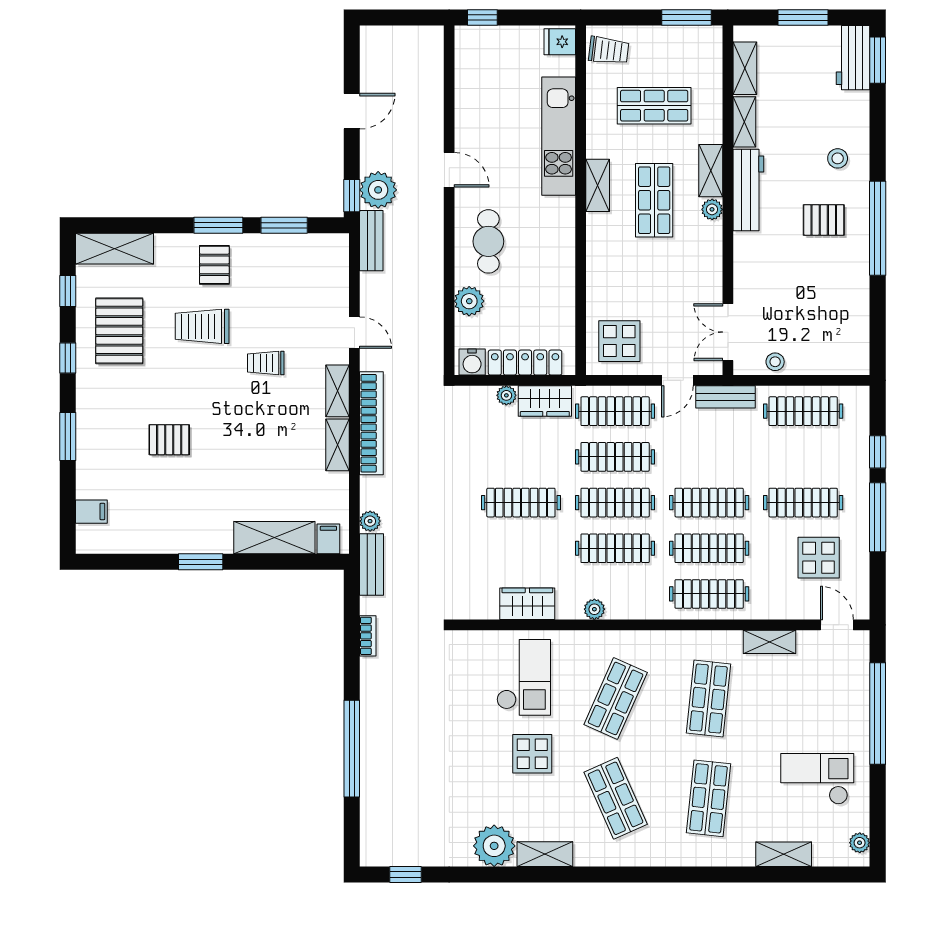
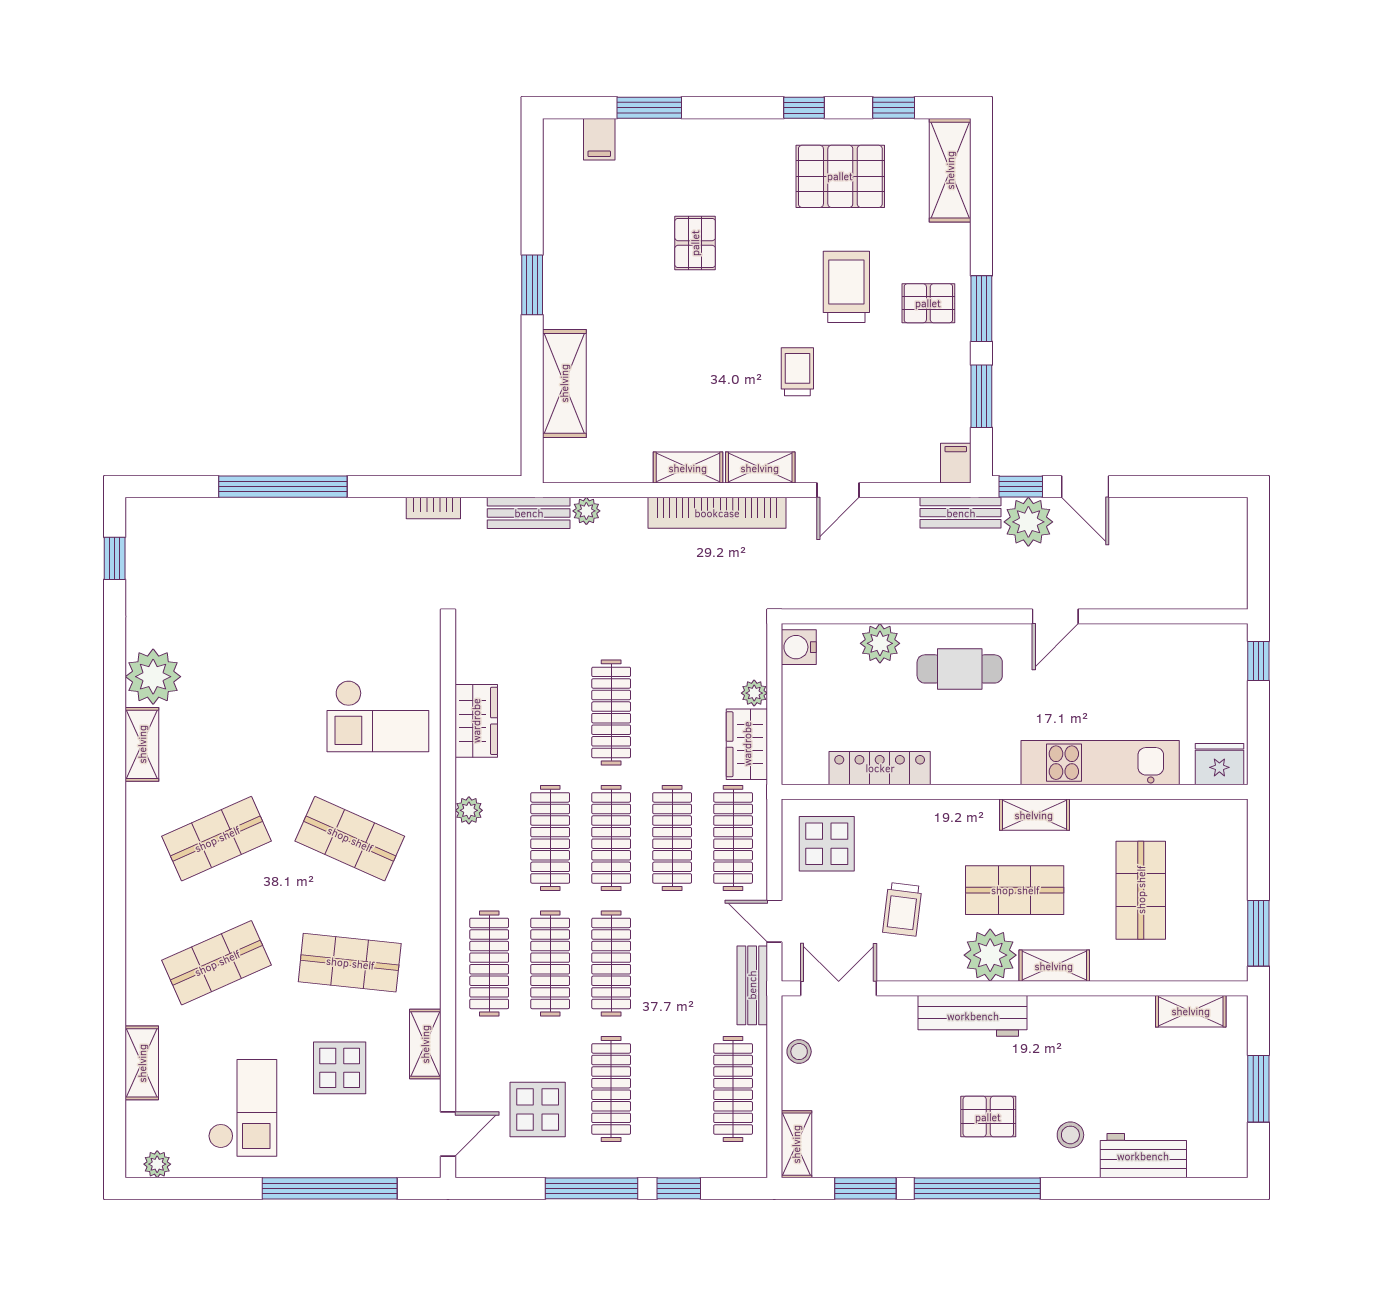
fridge: (560, 42) -> (1219, 764), width x1.38
trolley: (609, 50) -> (902, 909), moved
workbench: (853, 58) -> (1143, 1156), moved
window: (878, 60) -> (865, 1188), moved
door: (352, 111) -> (1085, 487), moved
shelving: (744, 122) -> (796, 1144), moved, turned 90
workbench: (748, 190) -> (973, 1016), moved
plant: (712, 209) -> (990, 955), width x1.88, depth x1.88
pallet: (824, 220) -> (988, 1117), turned 90
locker: (525, 363) -> (880, 768), moved, turned -90
window: (68, 436) -> (649, 108), moved
filing cabinet: (328, 539) -> (956, 463), moved, turned -90
display table: (532, 754) -> (340, 1068), moved
shop shelf: (709, 798) -> (217, 963), turned -30

